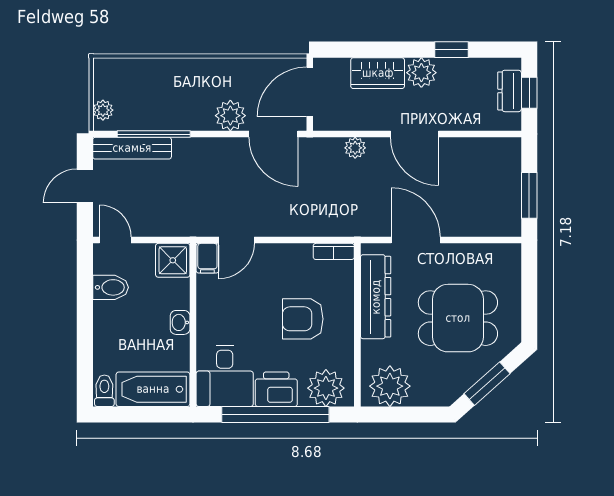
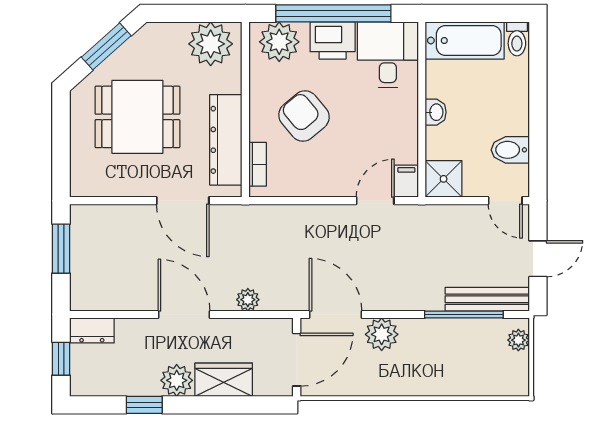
dresser: (510, 91) -> (92, 330), moved, turned 90
bookcase: (334, 251) -> (258, 164), moved, turned 90
armchair: (303, 319) -> (304, 116), turned -130

